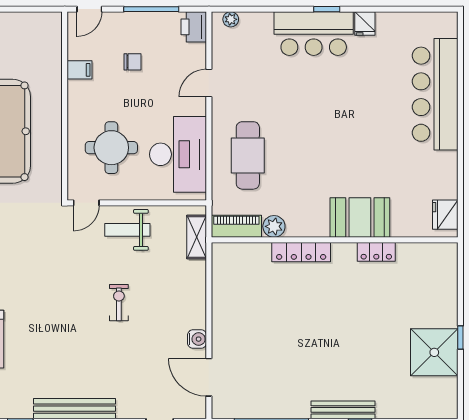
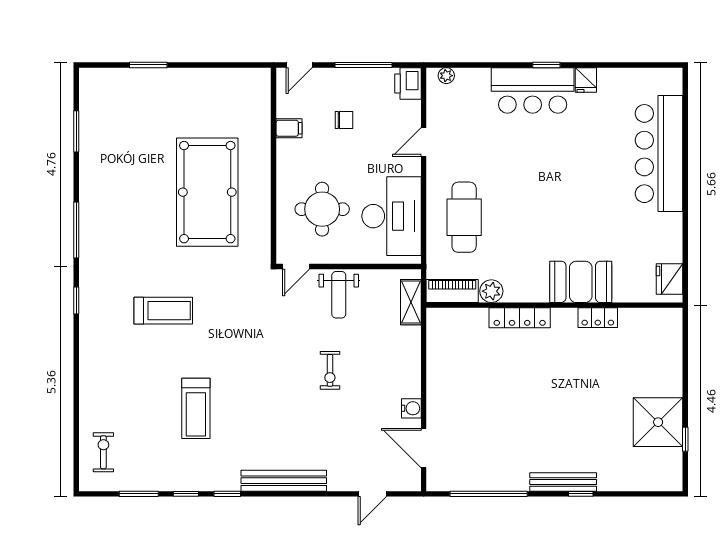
weight bench: (127, 230) -> (339, 295), turned -90
exercise bike: (119, 303) -> (330, 370), turned 180
window: (460, 337) -> (685, 439), moved

